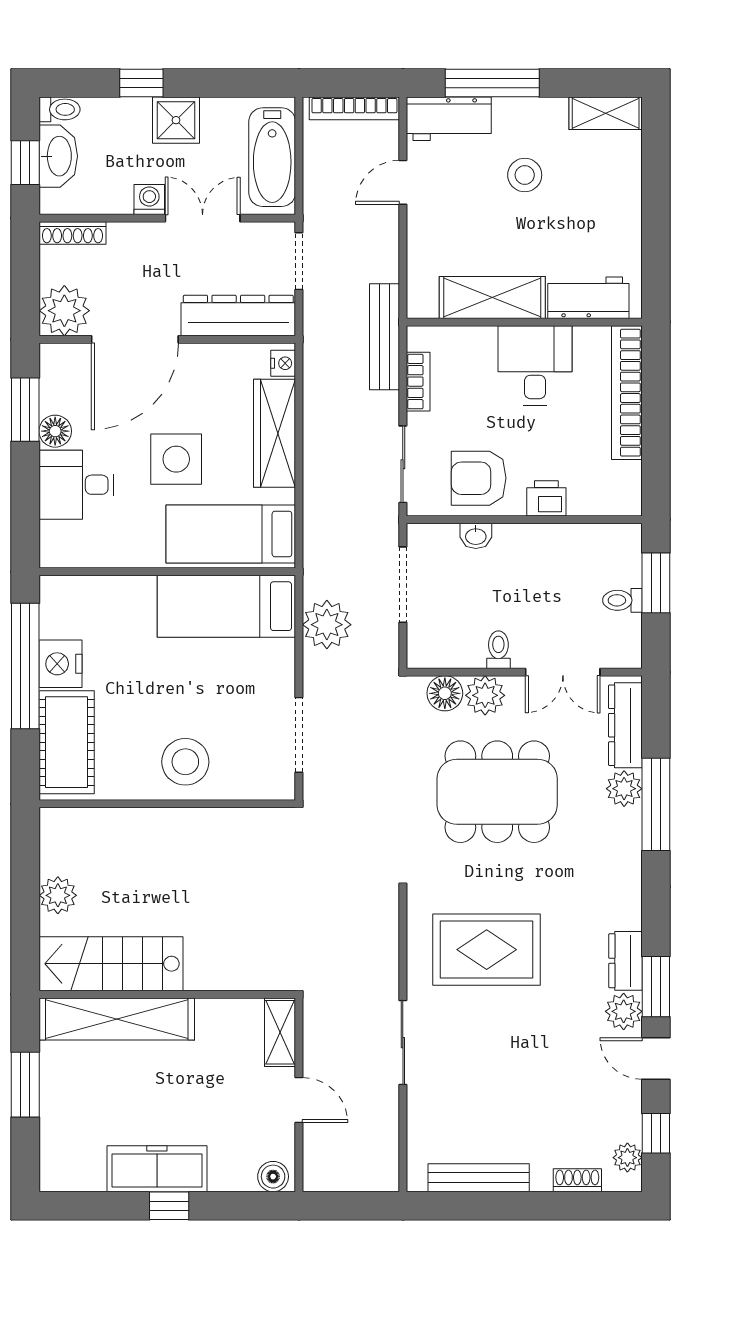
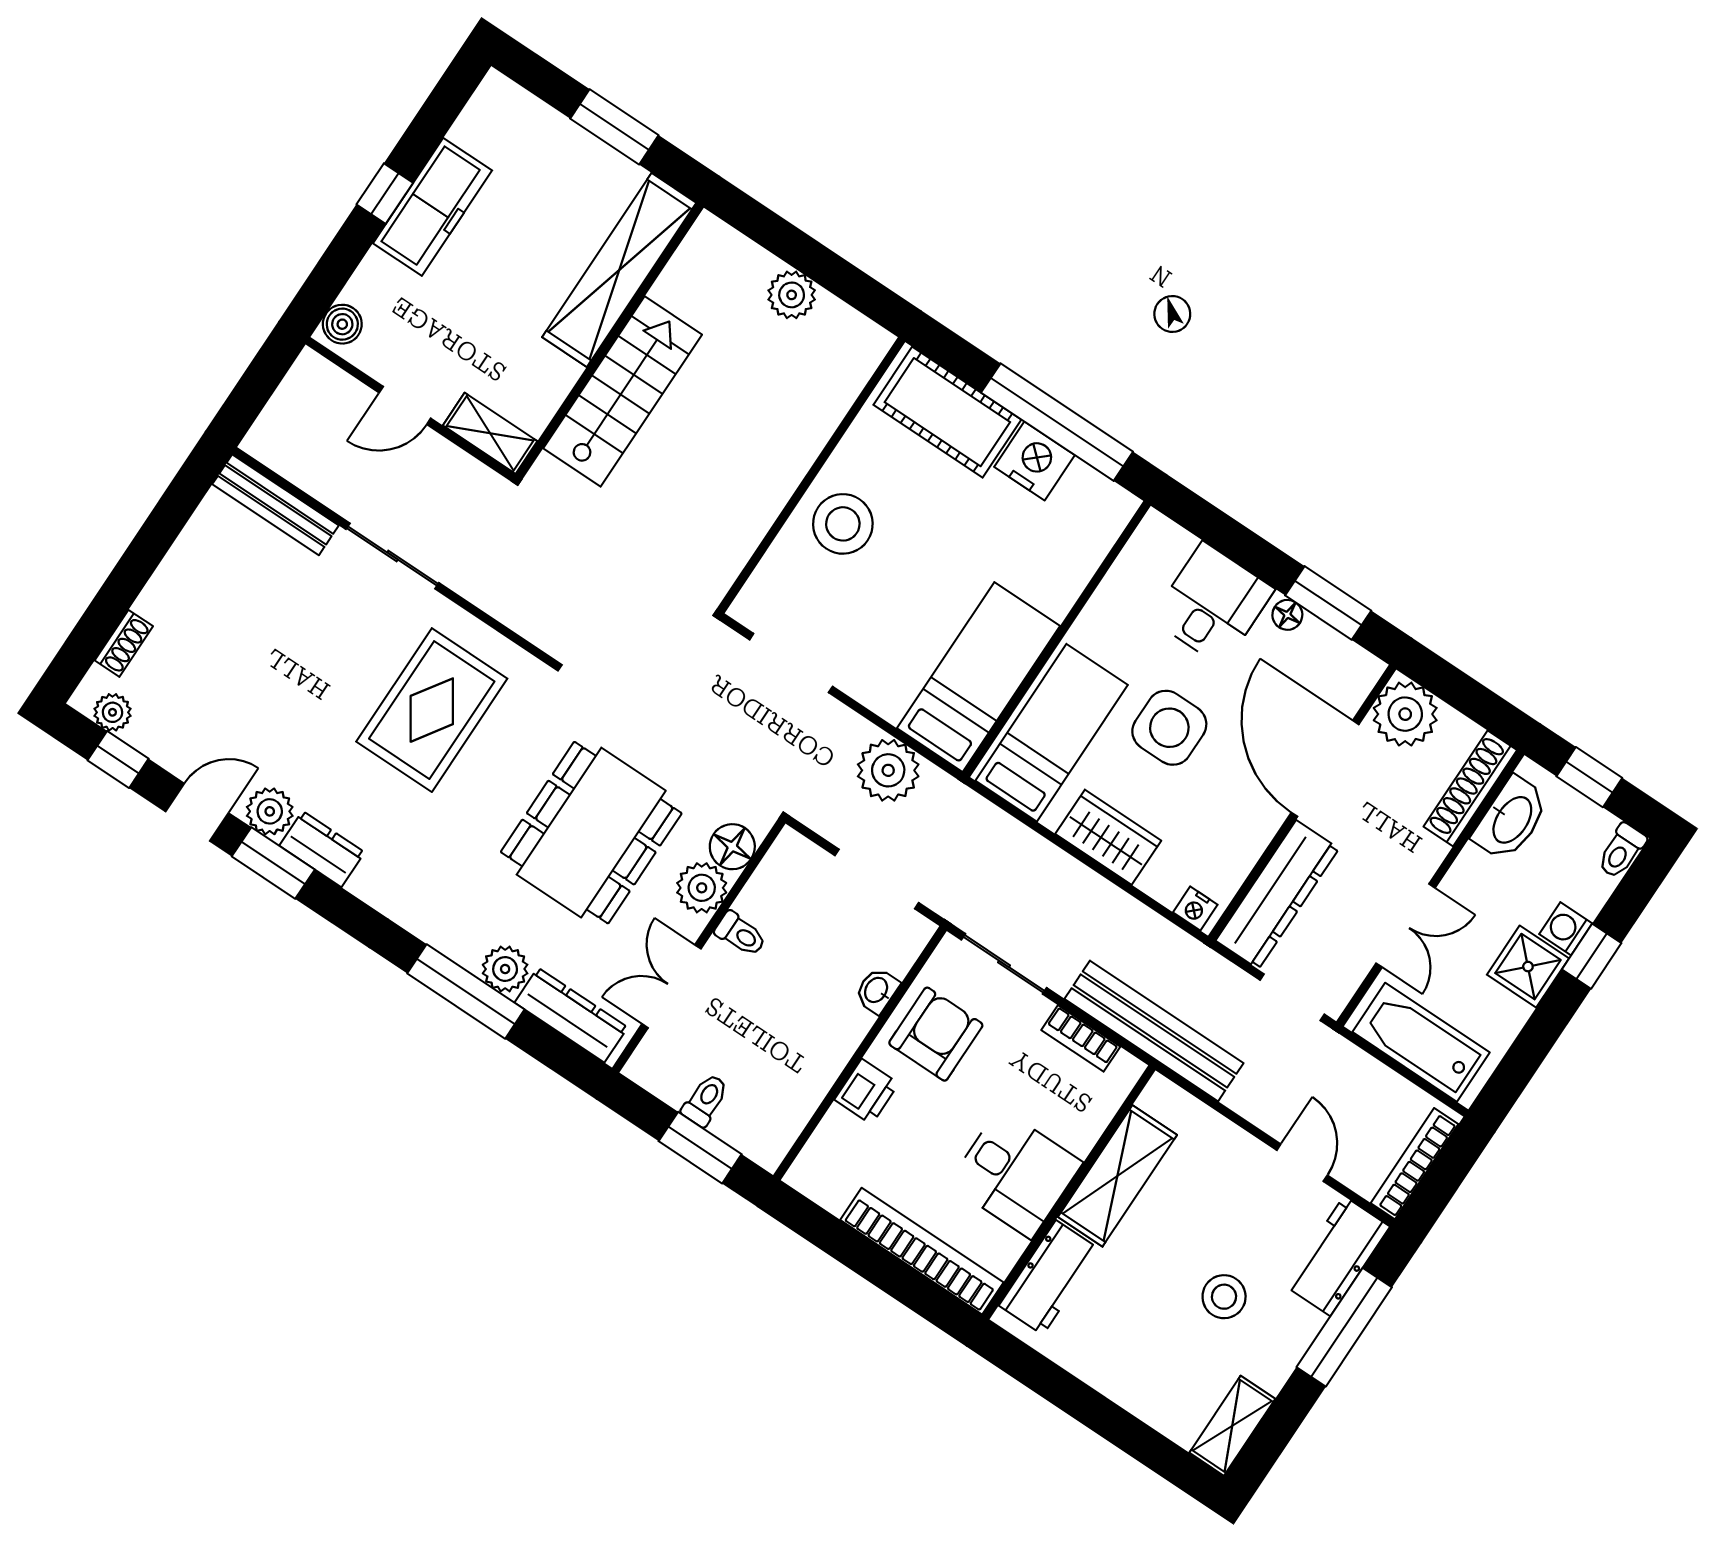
washbasin: (58, 156) -> (1511, 819), moved, turned -90
washing machine: (149, 200) -> (1566, 929), moved, turned 180
shoe rack: (73, 233) -> (1470, 788), width x1.36, depth x1.24
bench: (385, 337) -> (1154, 1031), width x1.37, depth x1.21
floor lamp: (55, 431) -> (1287, 615), width x0.73, depth x0.73
wardrobe: (275, 433) -> (1108, 837), width x0.67
stairs: (111, 964) -> (623, 391), moved
bench: (479, 1178) -> (275, 505), moved, turned 90

